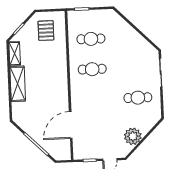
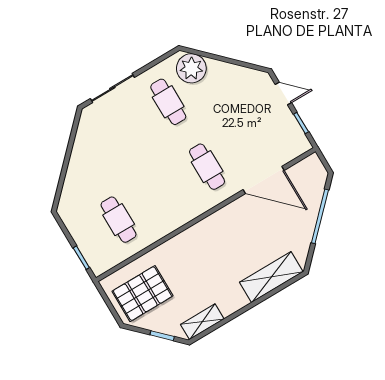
pallet: (46, 31) -> (142, 294), width x1.50, depth x1.42
cafe table: (92, 69) -> (207, 167), moved
shelving: (18, 84) -> (271, 277), moved
plant: (133, 136) -> (191, 68), moved

